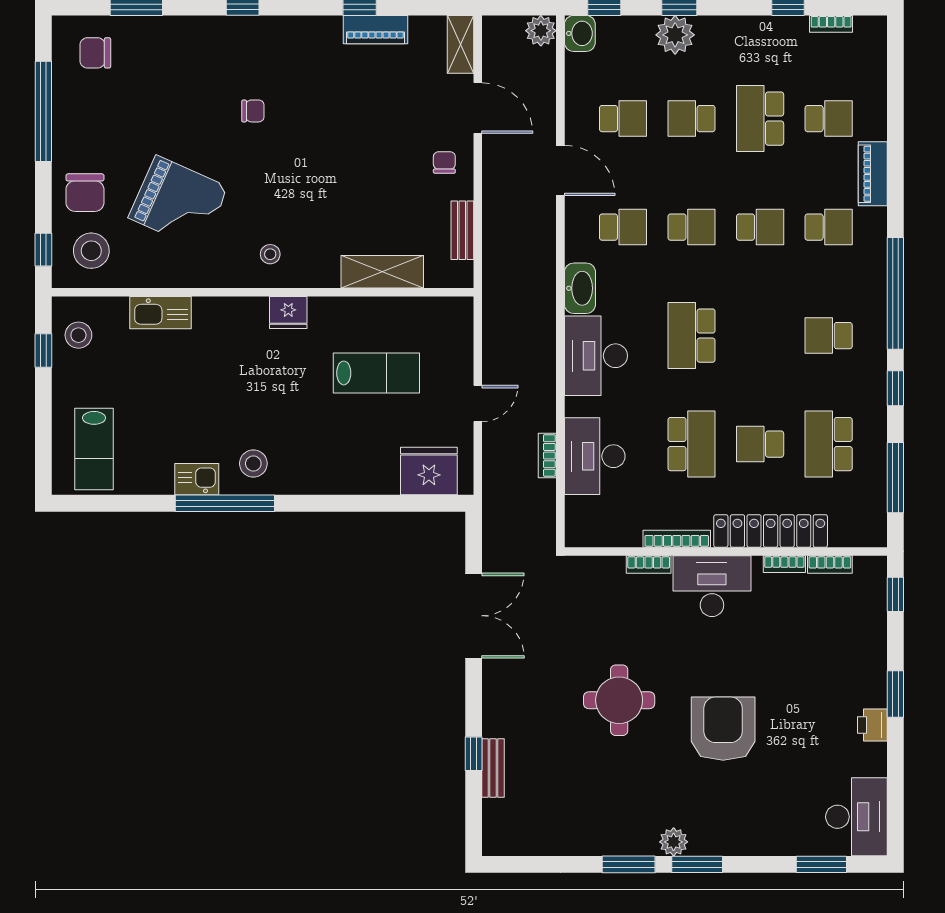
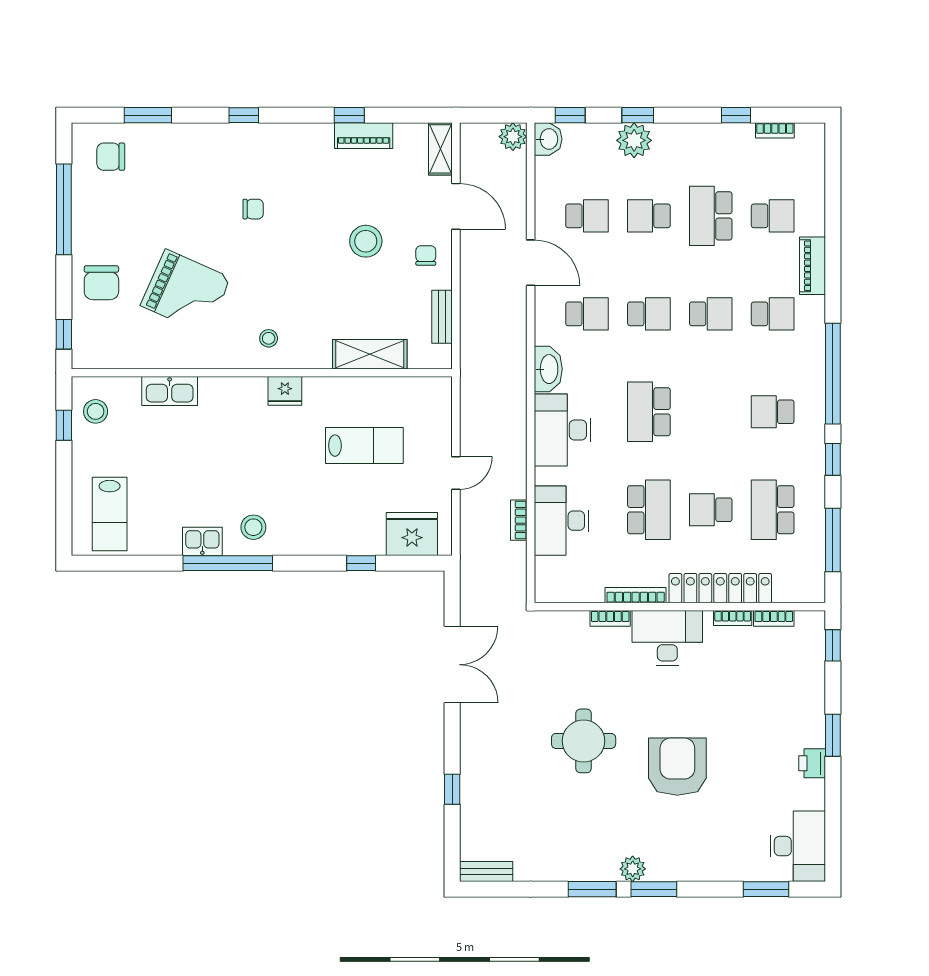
stool: (91, 251) -> (366, 241), moved
window: (373, 503) -> (361, 563), added
bench: (493, 768) -> (486, 872), moved, turned 90

